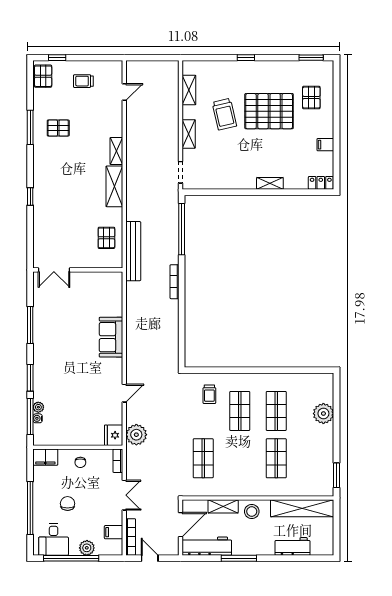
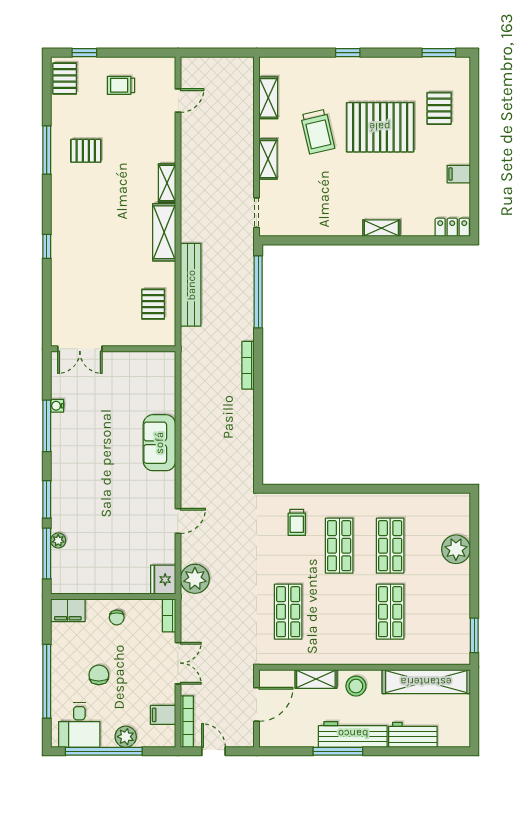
bench: (133, 251) -> (191, 285), moved
water cooler: (38, 418) -> (57, 406), moved
workbench: (207, 546) -> (353, 734), moved

